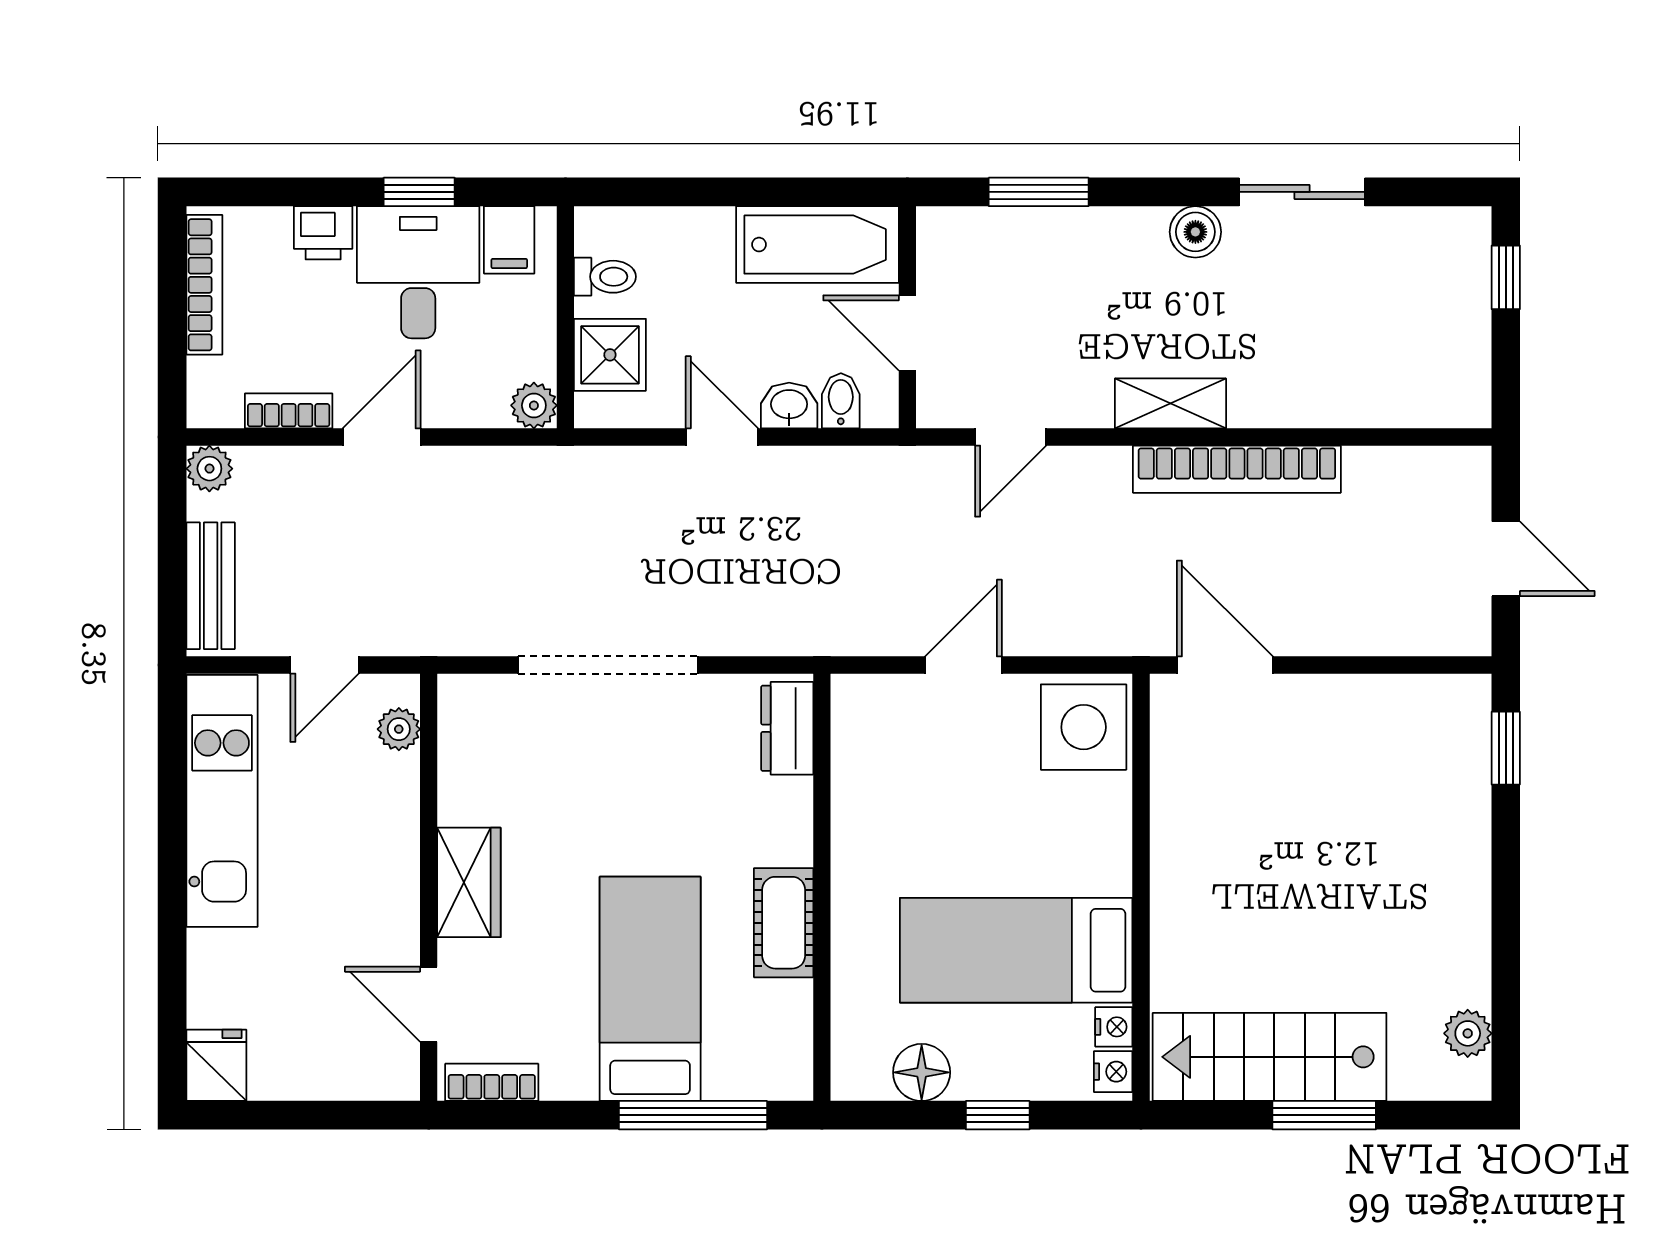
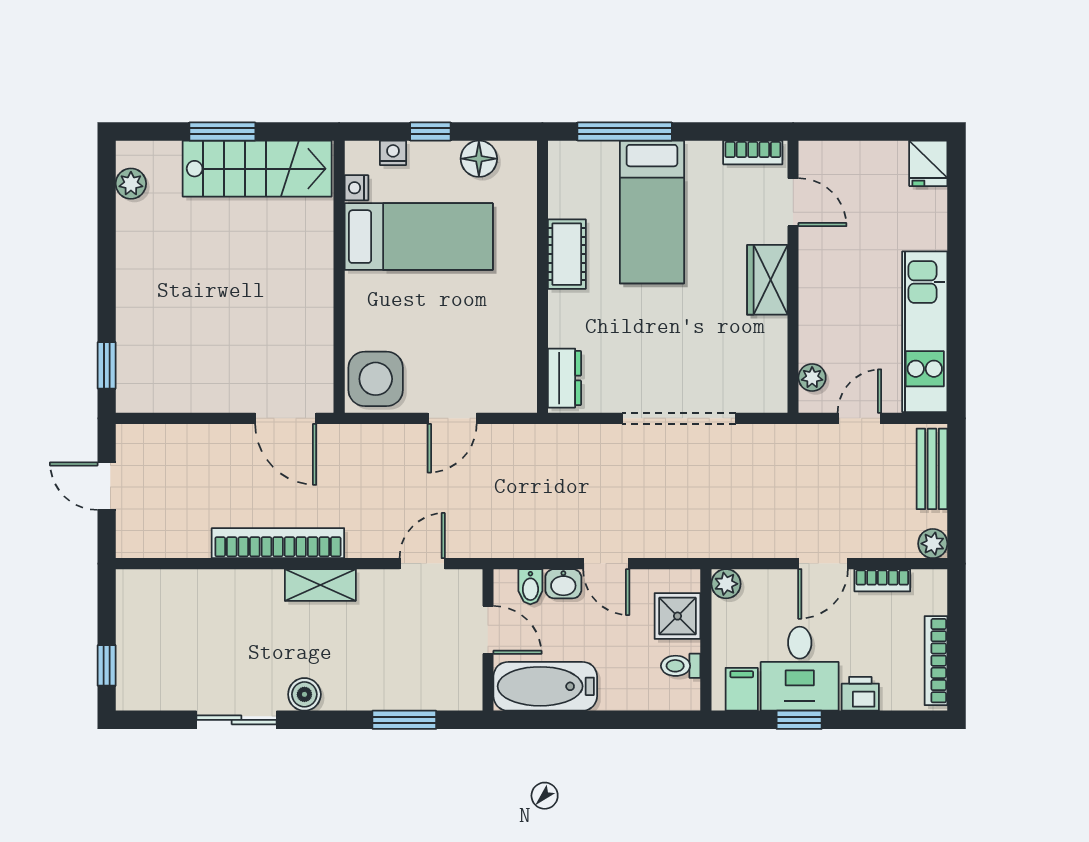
nightstand: (1113, 1072) -> (393, 153), moved, turned 90

